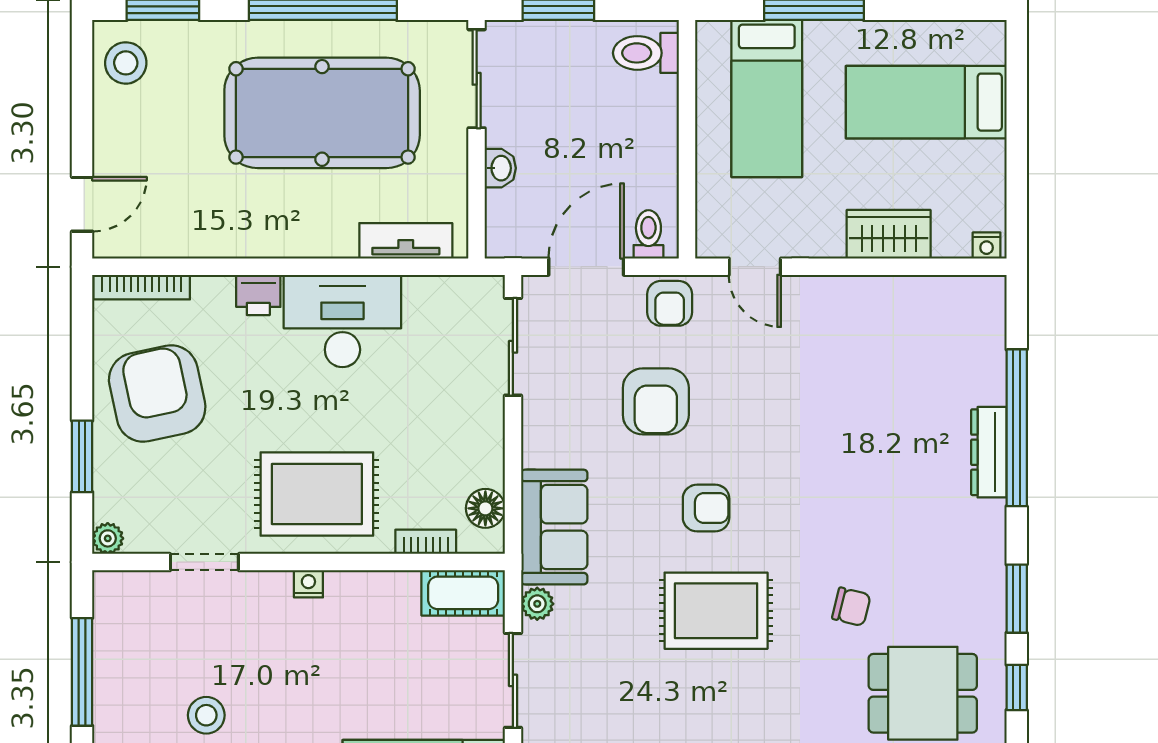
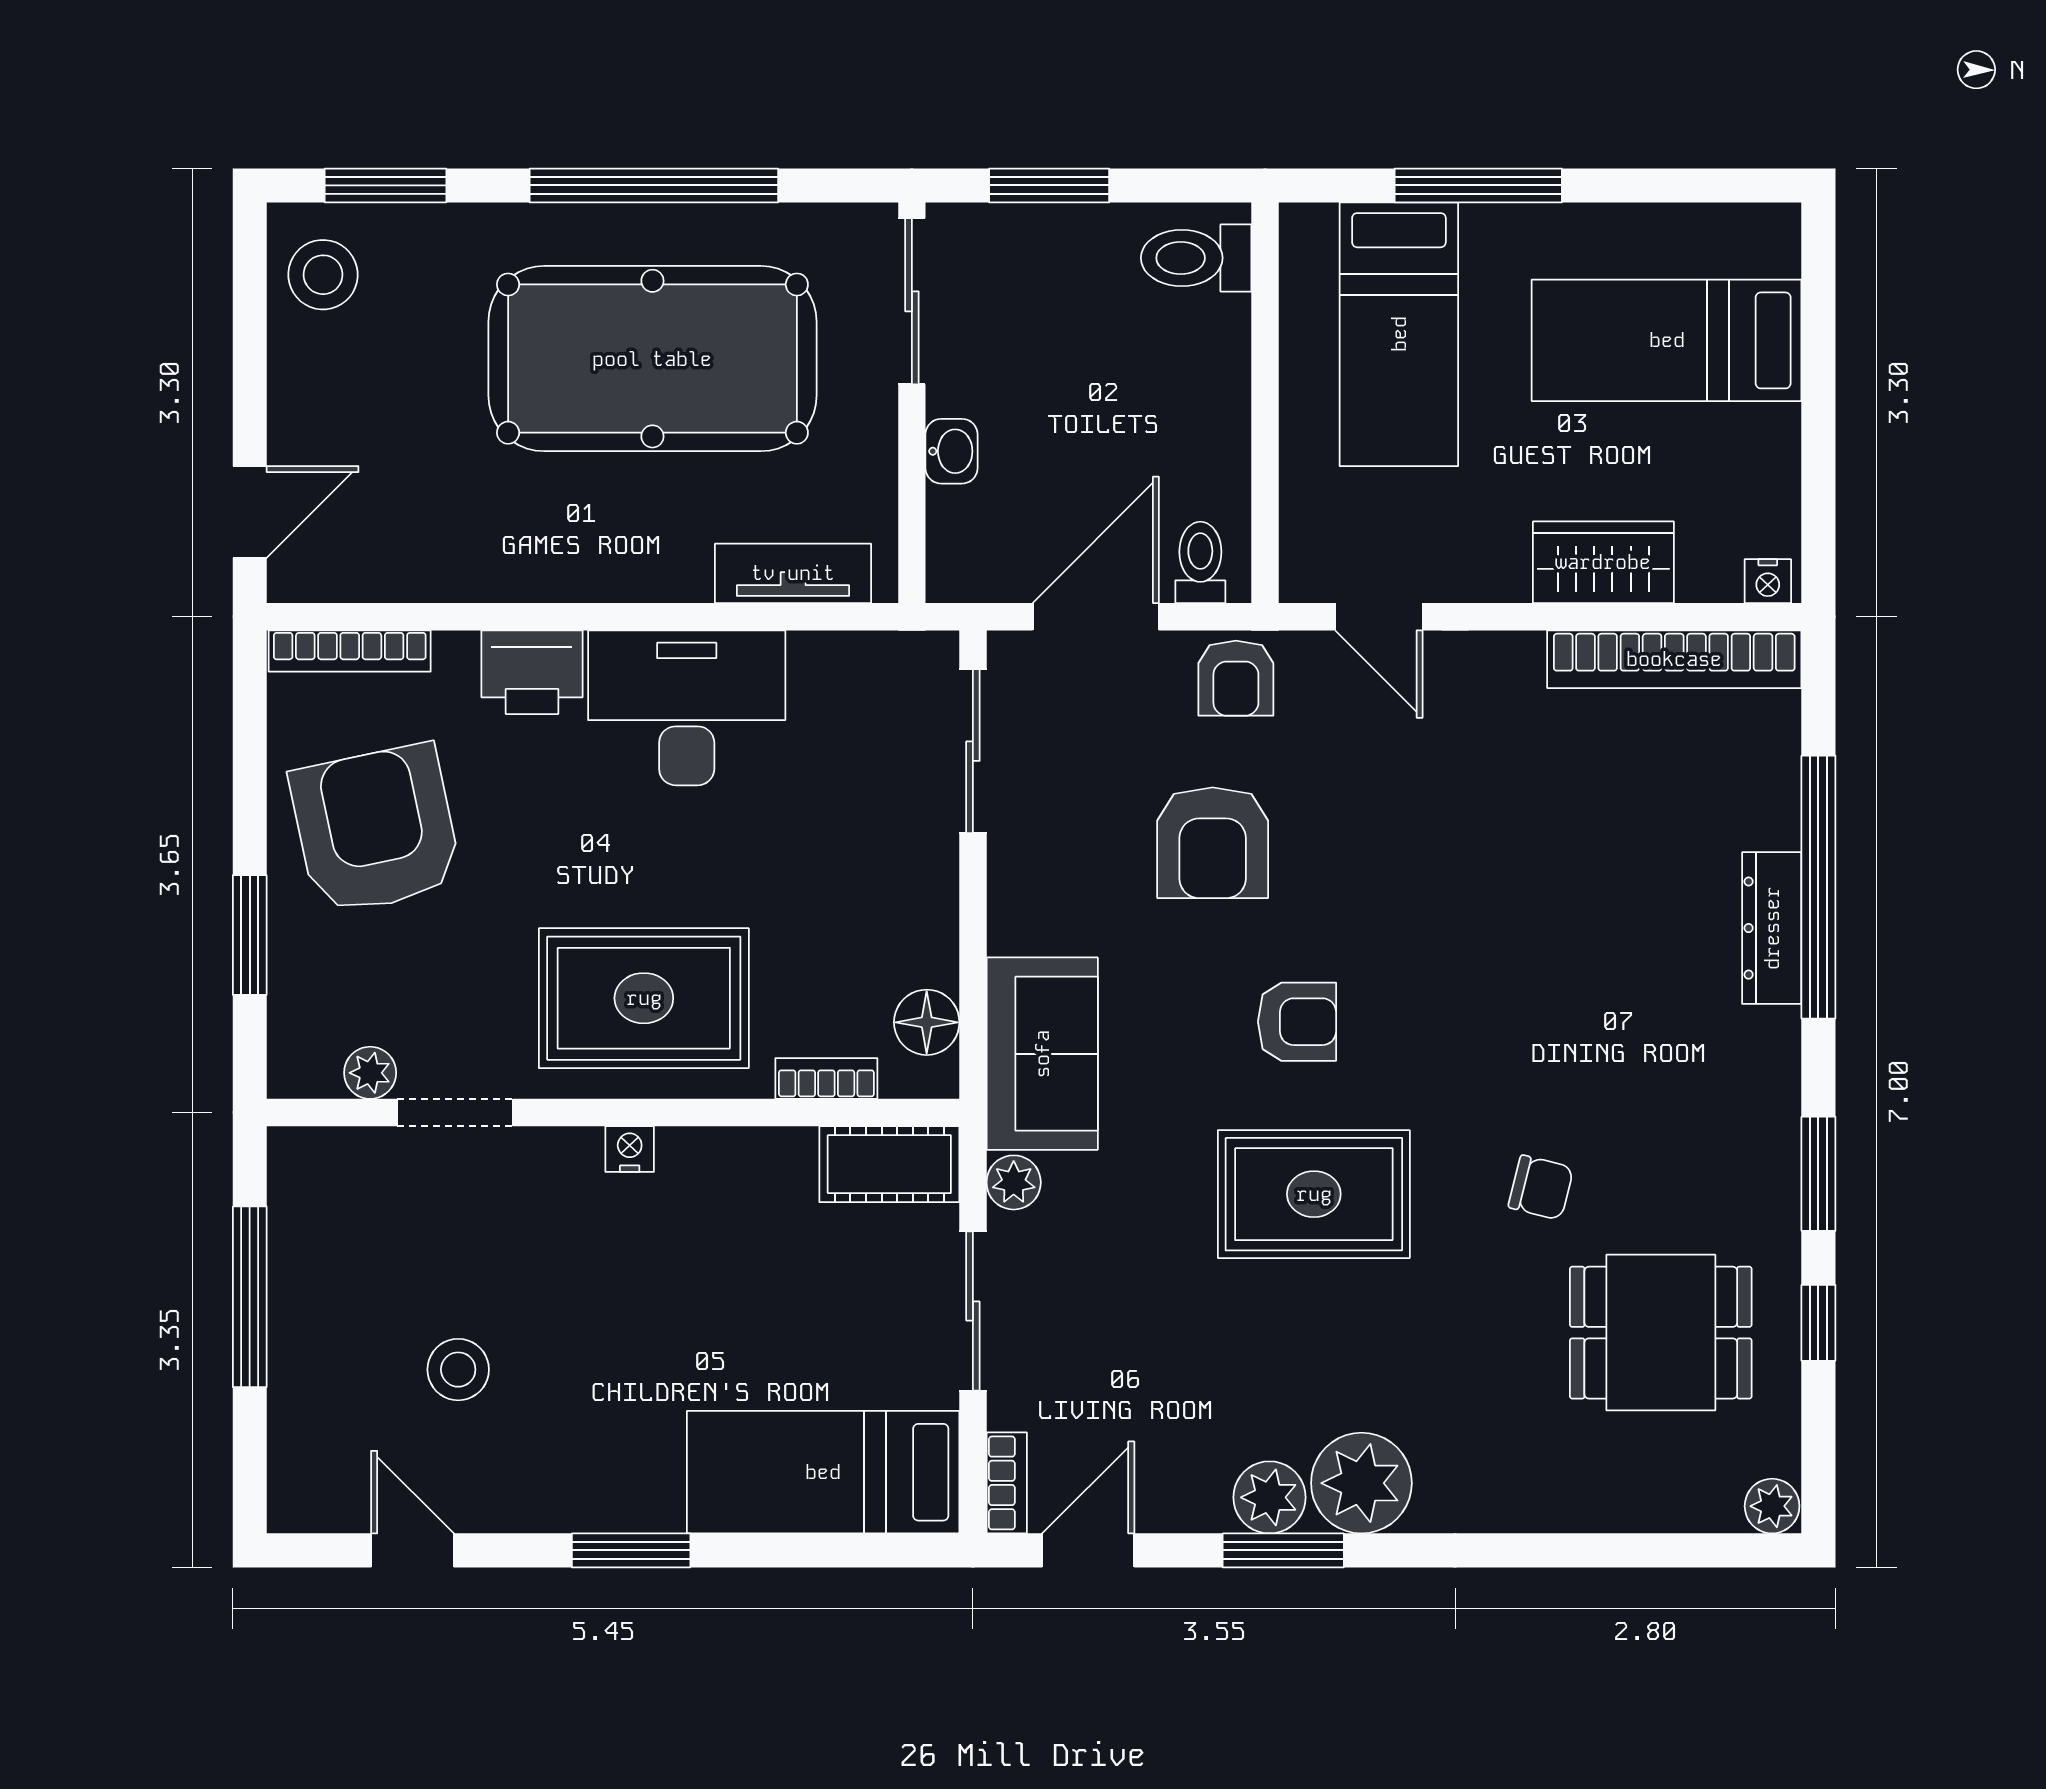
bookcase: (931, 292) -> (1674, 659), added
printer: (258, 295) -> (532, 672), width x1.36, depth x1.24
plant: (108, 538) -> (370, 1073), moved

